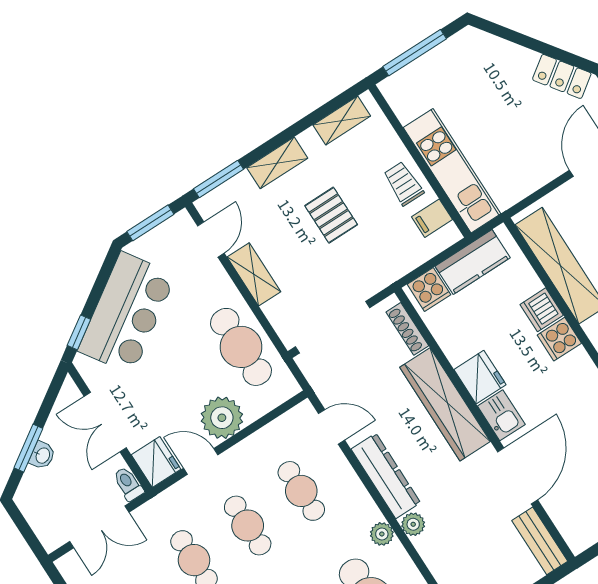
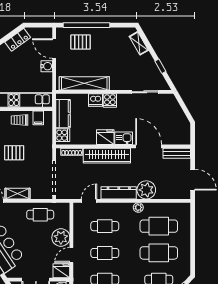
water cooler: (546, 169) -> (47, 66), added
cafe table: (241, 347) -> (40, 215), width x0.73, depth x0.74
plant: (413, 524) -> (146, 190), width x1.87, depth x1.87

